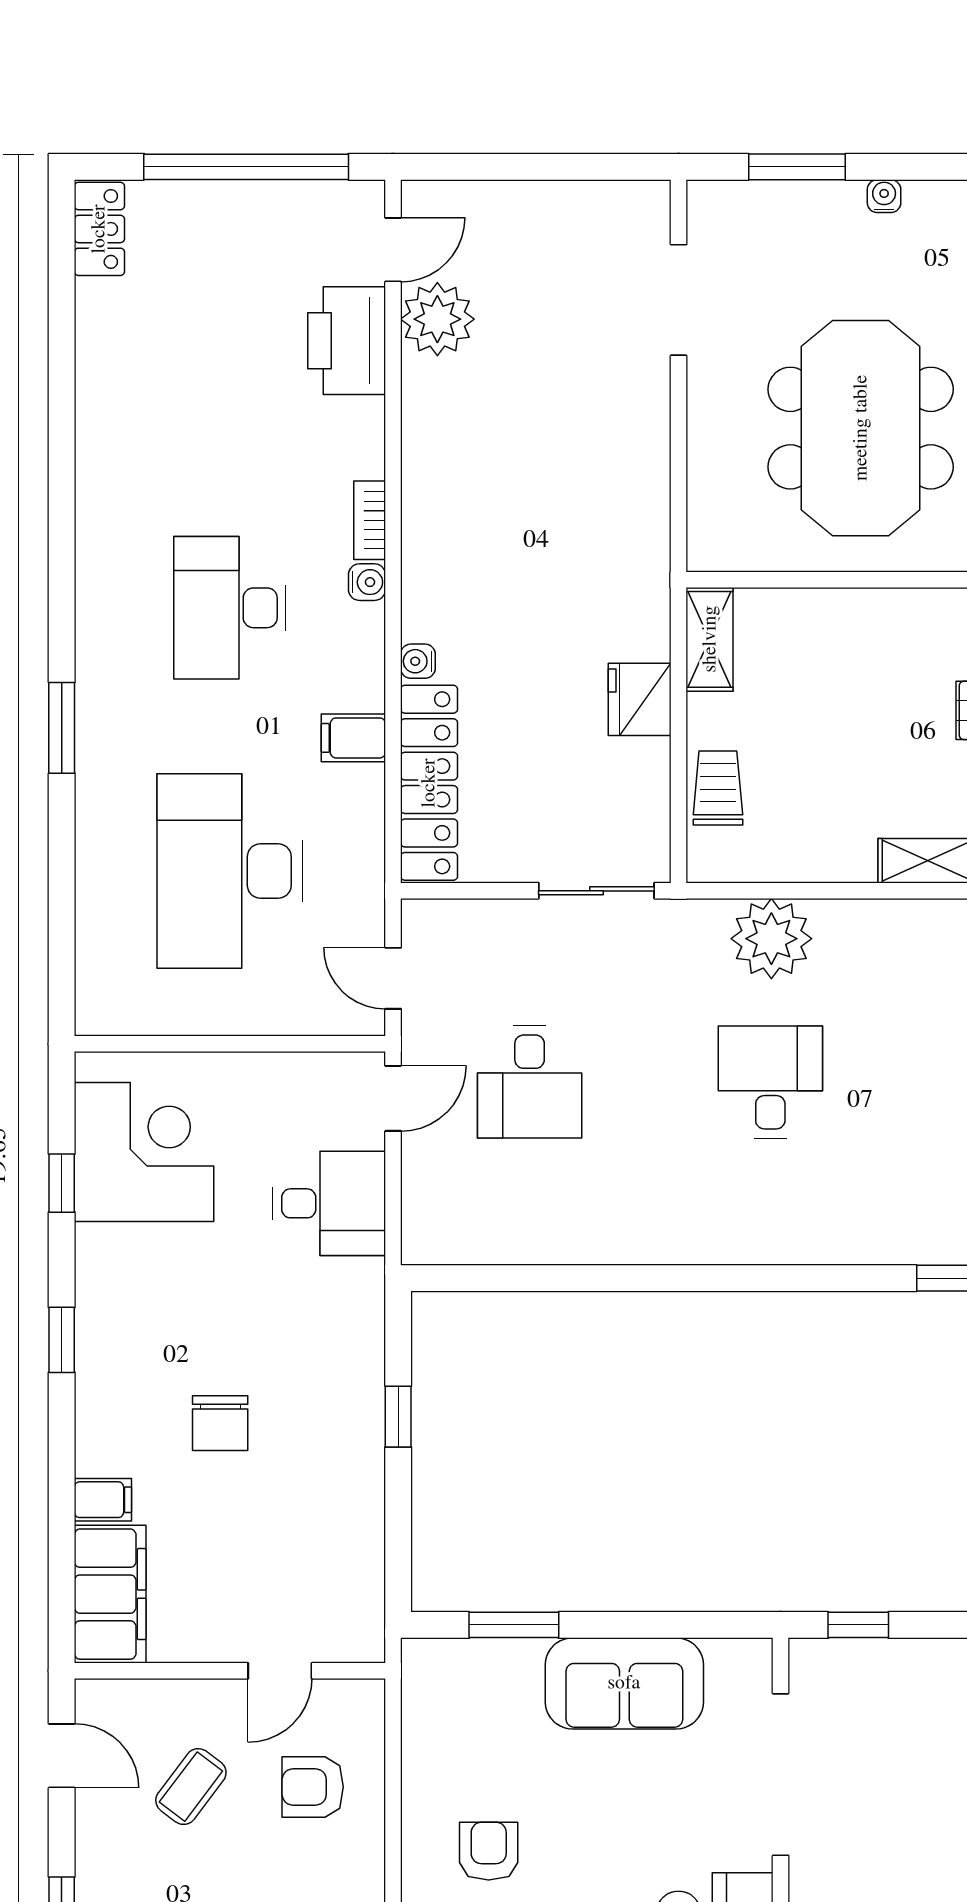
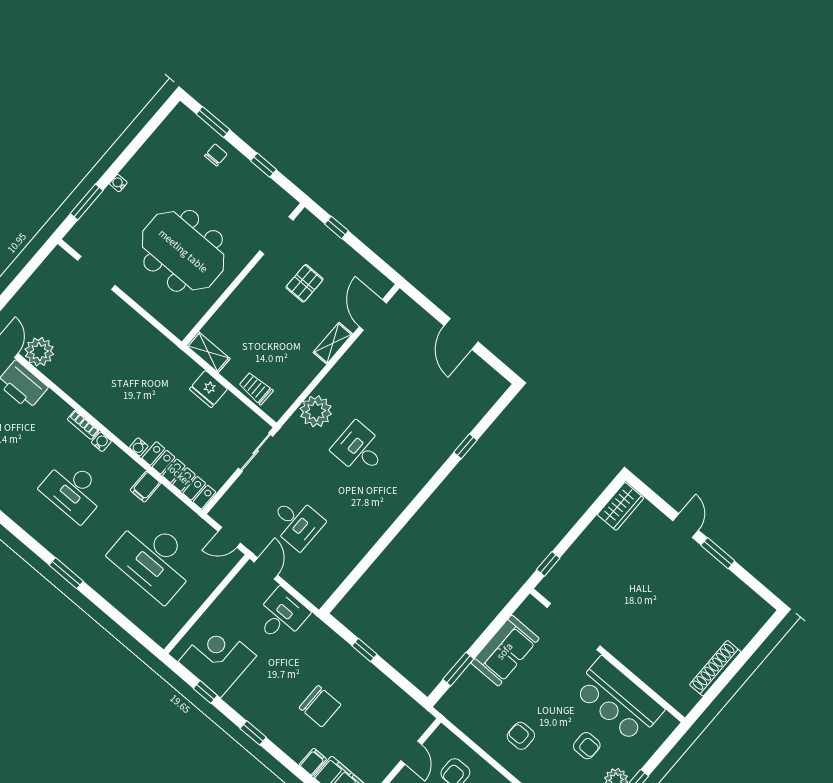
chair: (220, 1423) -> (320, 706), width x1.37, depth x1.37

